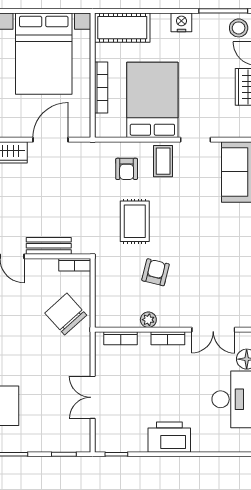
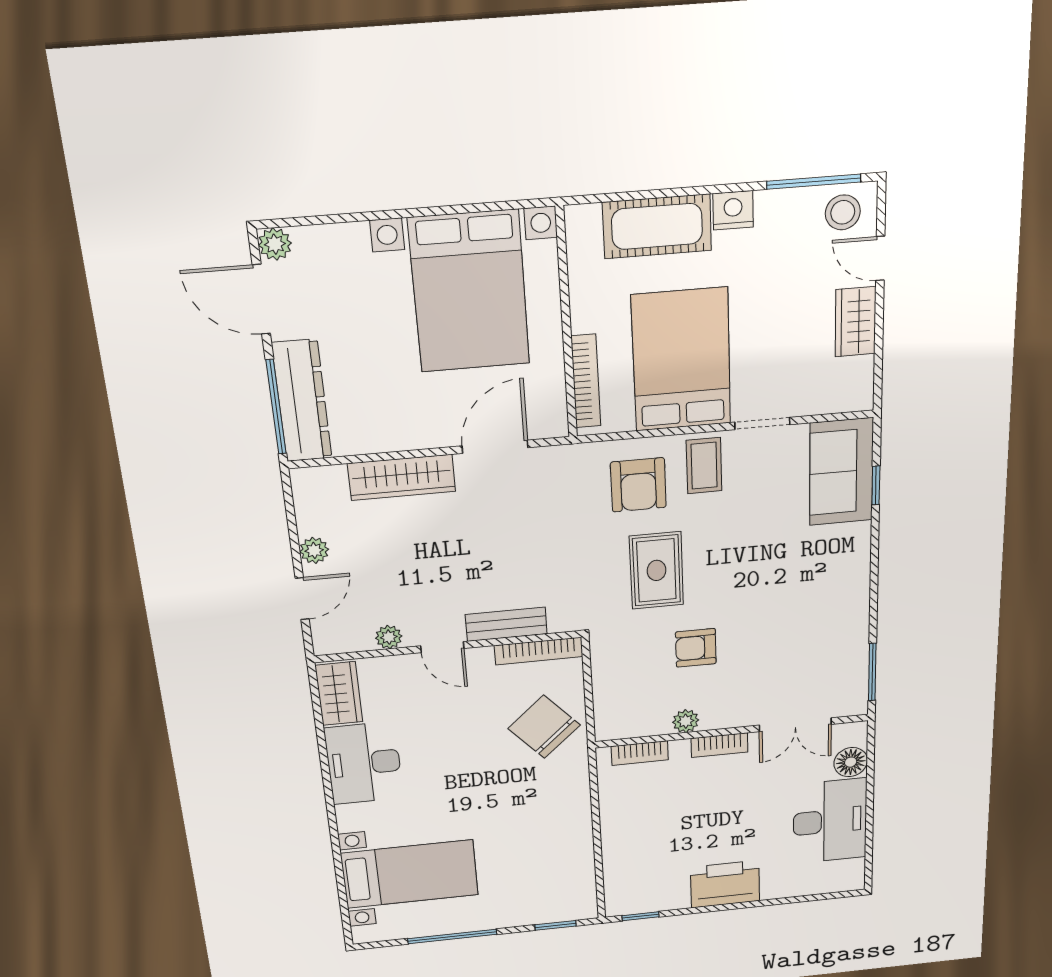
cot: (122, 28) -> (657, 226), moved
bookcase: (101, 87) -> (586, 381), moved
armchair: (127, 169) -> (638, 485), width x1.38, depth x1.38
bookcase: (75, 265) -> (539, 651), width x1.56
armchair: (156, 272) -> (696, 648), turned -104
double door: (93, 397) -> (597, 843), removed

